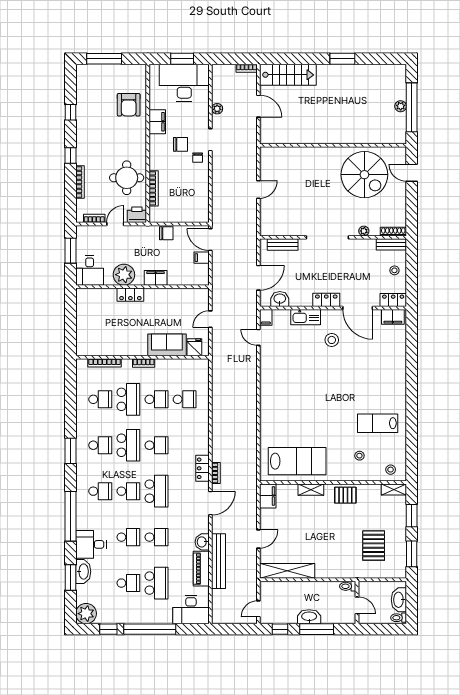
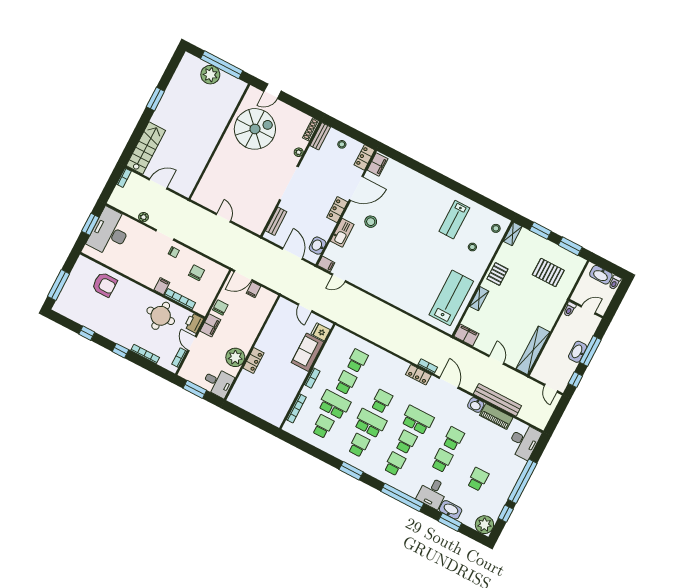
plant: (401, 106) -> (210, 75), width x1.88, depth x1.88
filing cabinet: (157, 122) -> (162, 286), moved, width x0.50
chair: (180, 144) -> (197, 273), moved
filing cabinet: (156, 278) -> (210, 325), moved, turned 180
school desk: (156, 583) -> (489, 457), removed

